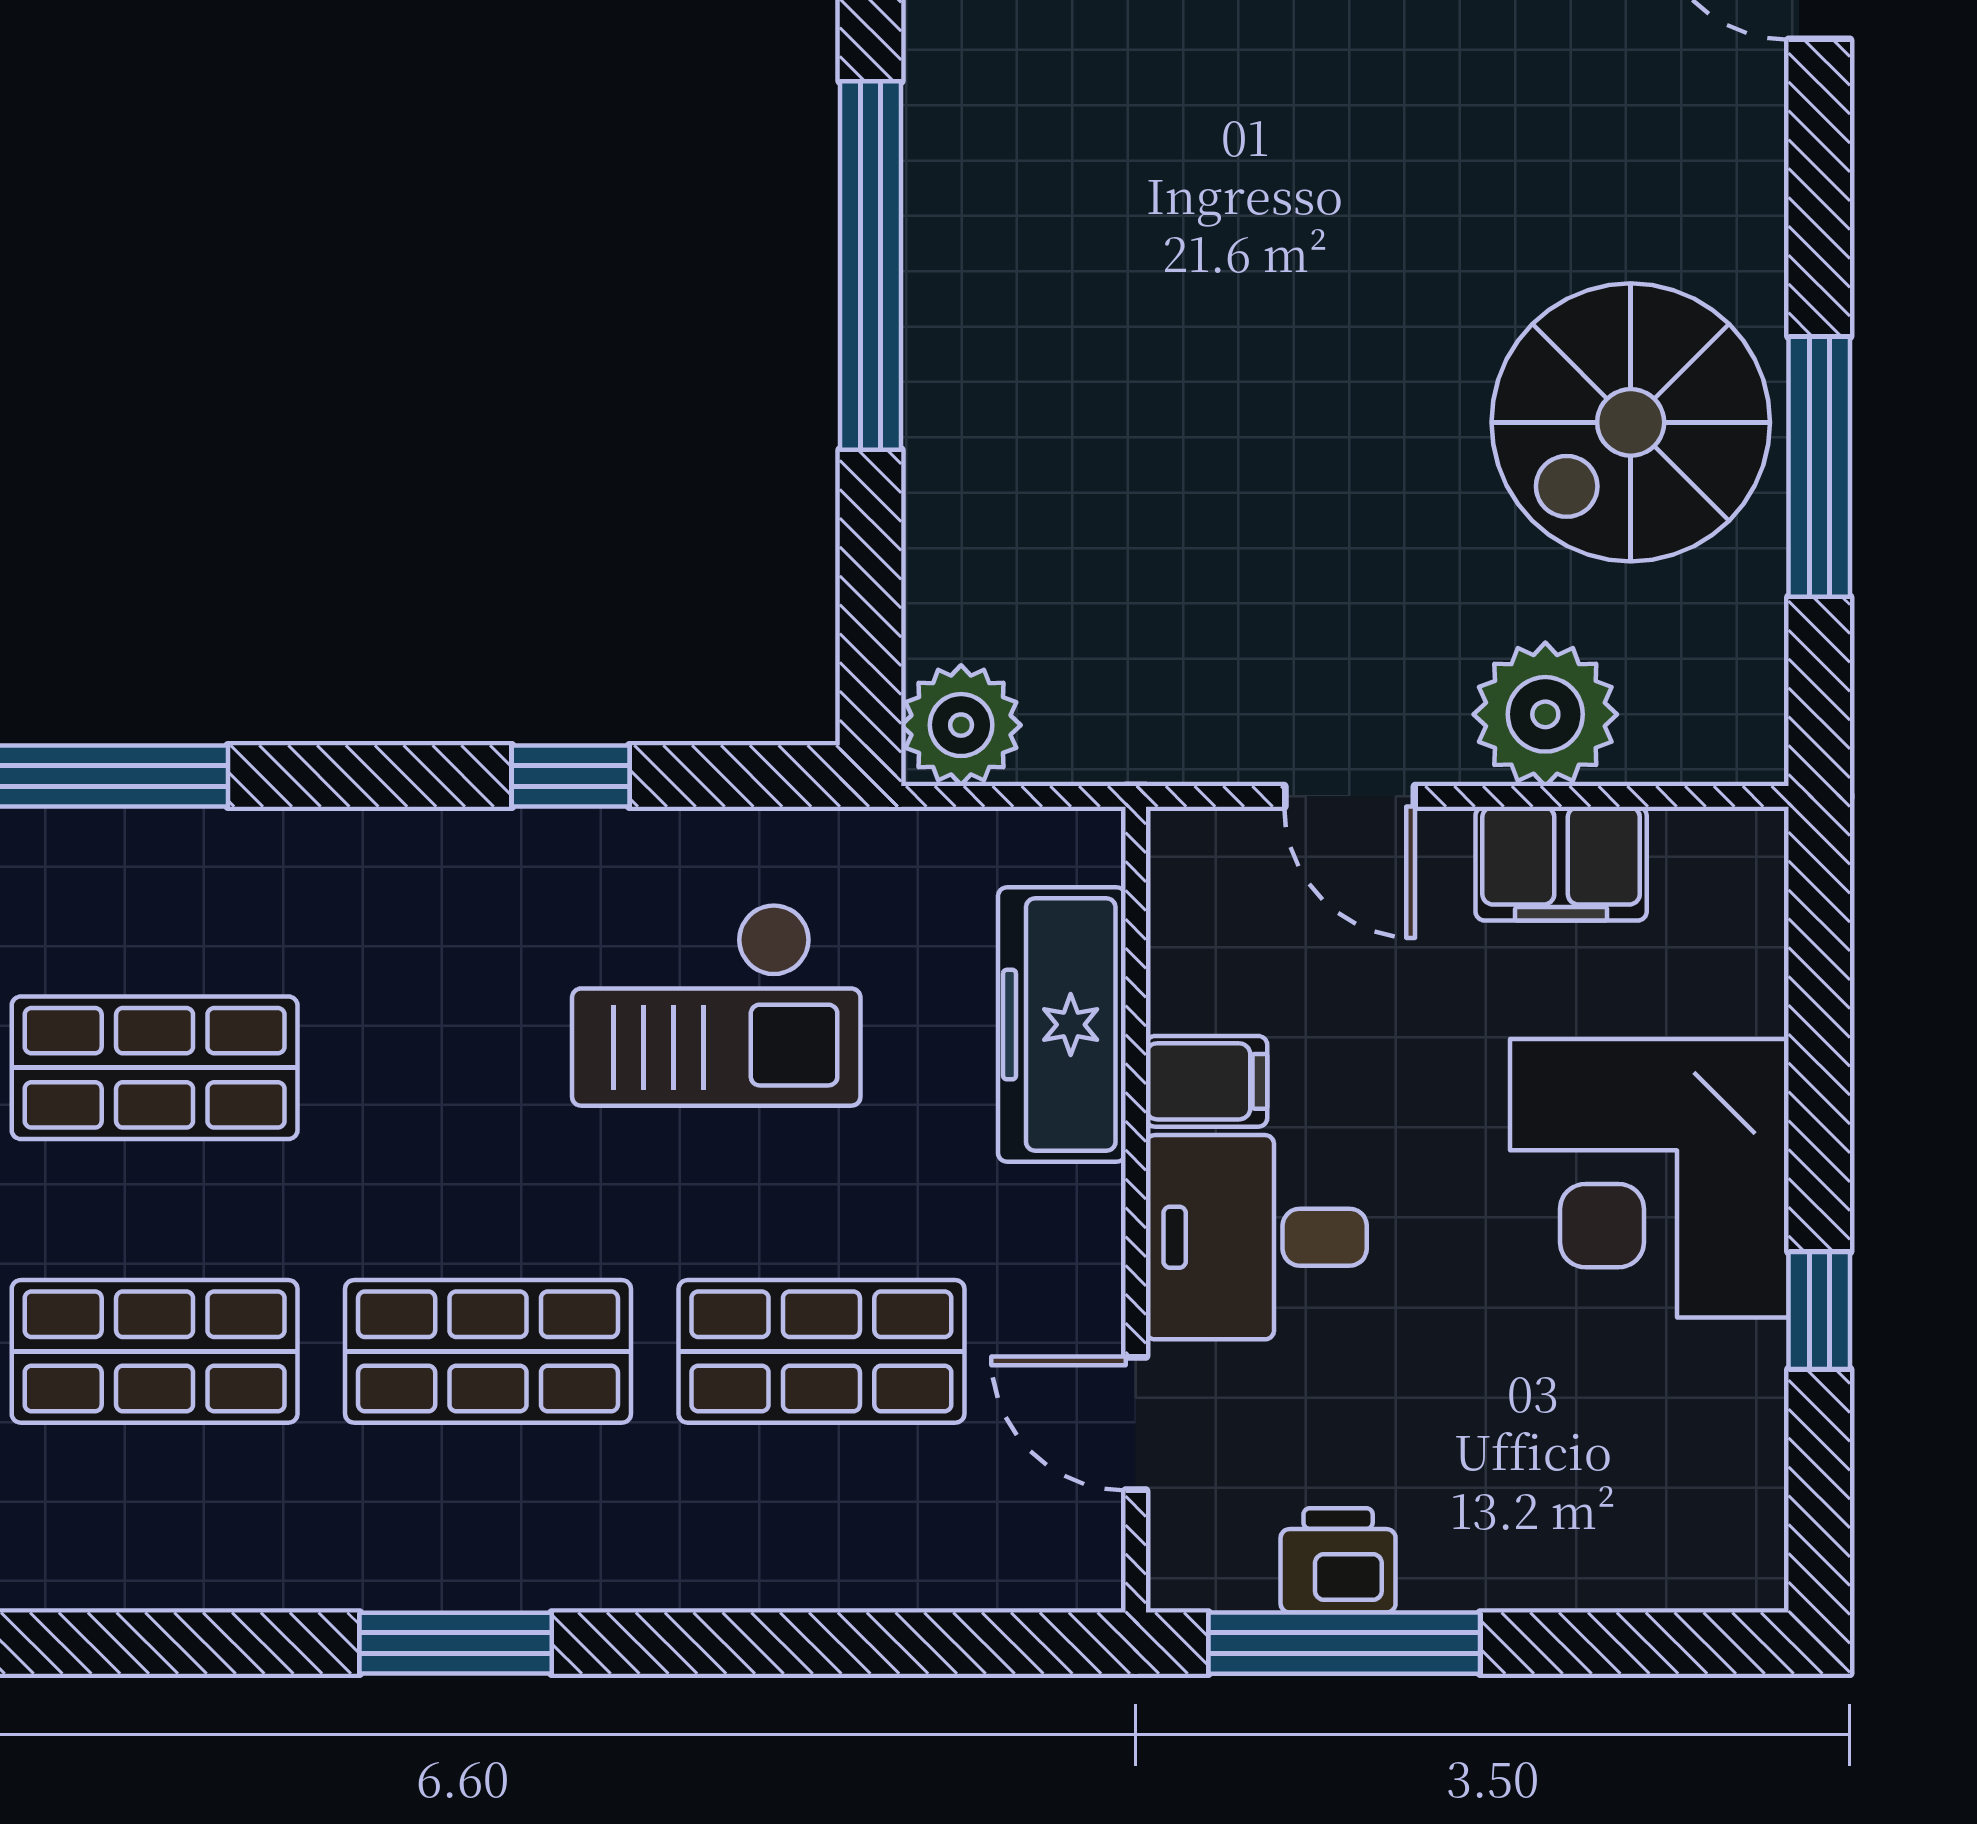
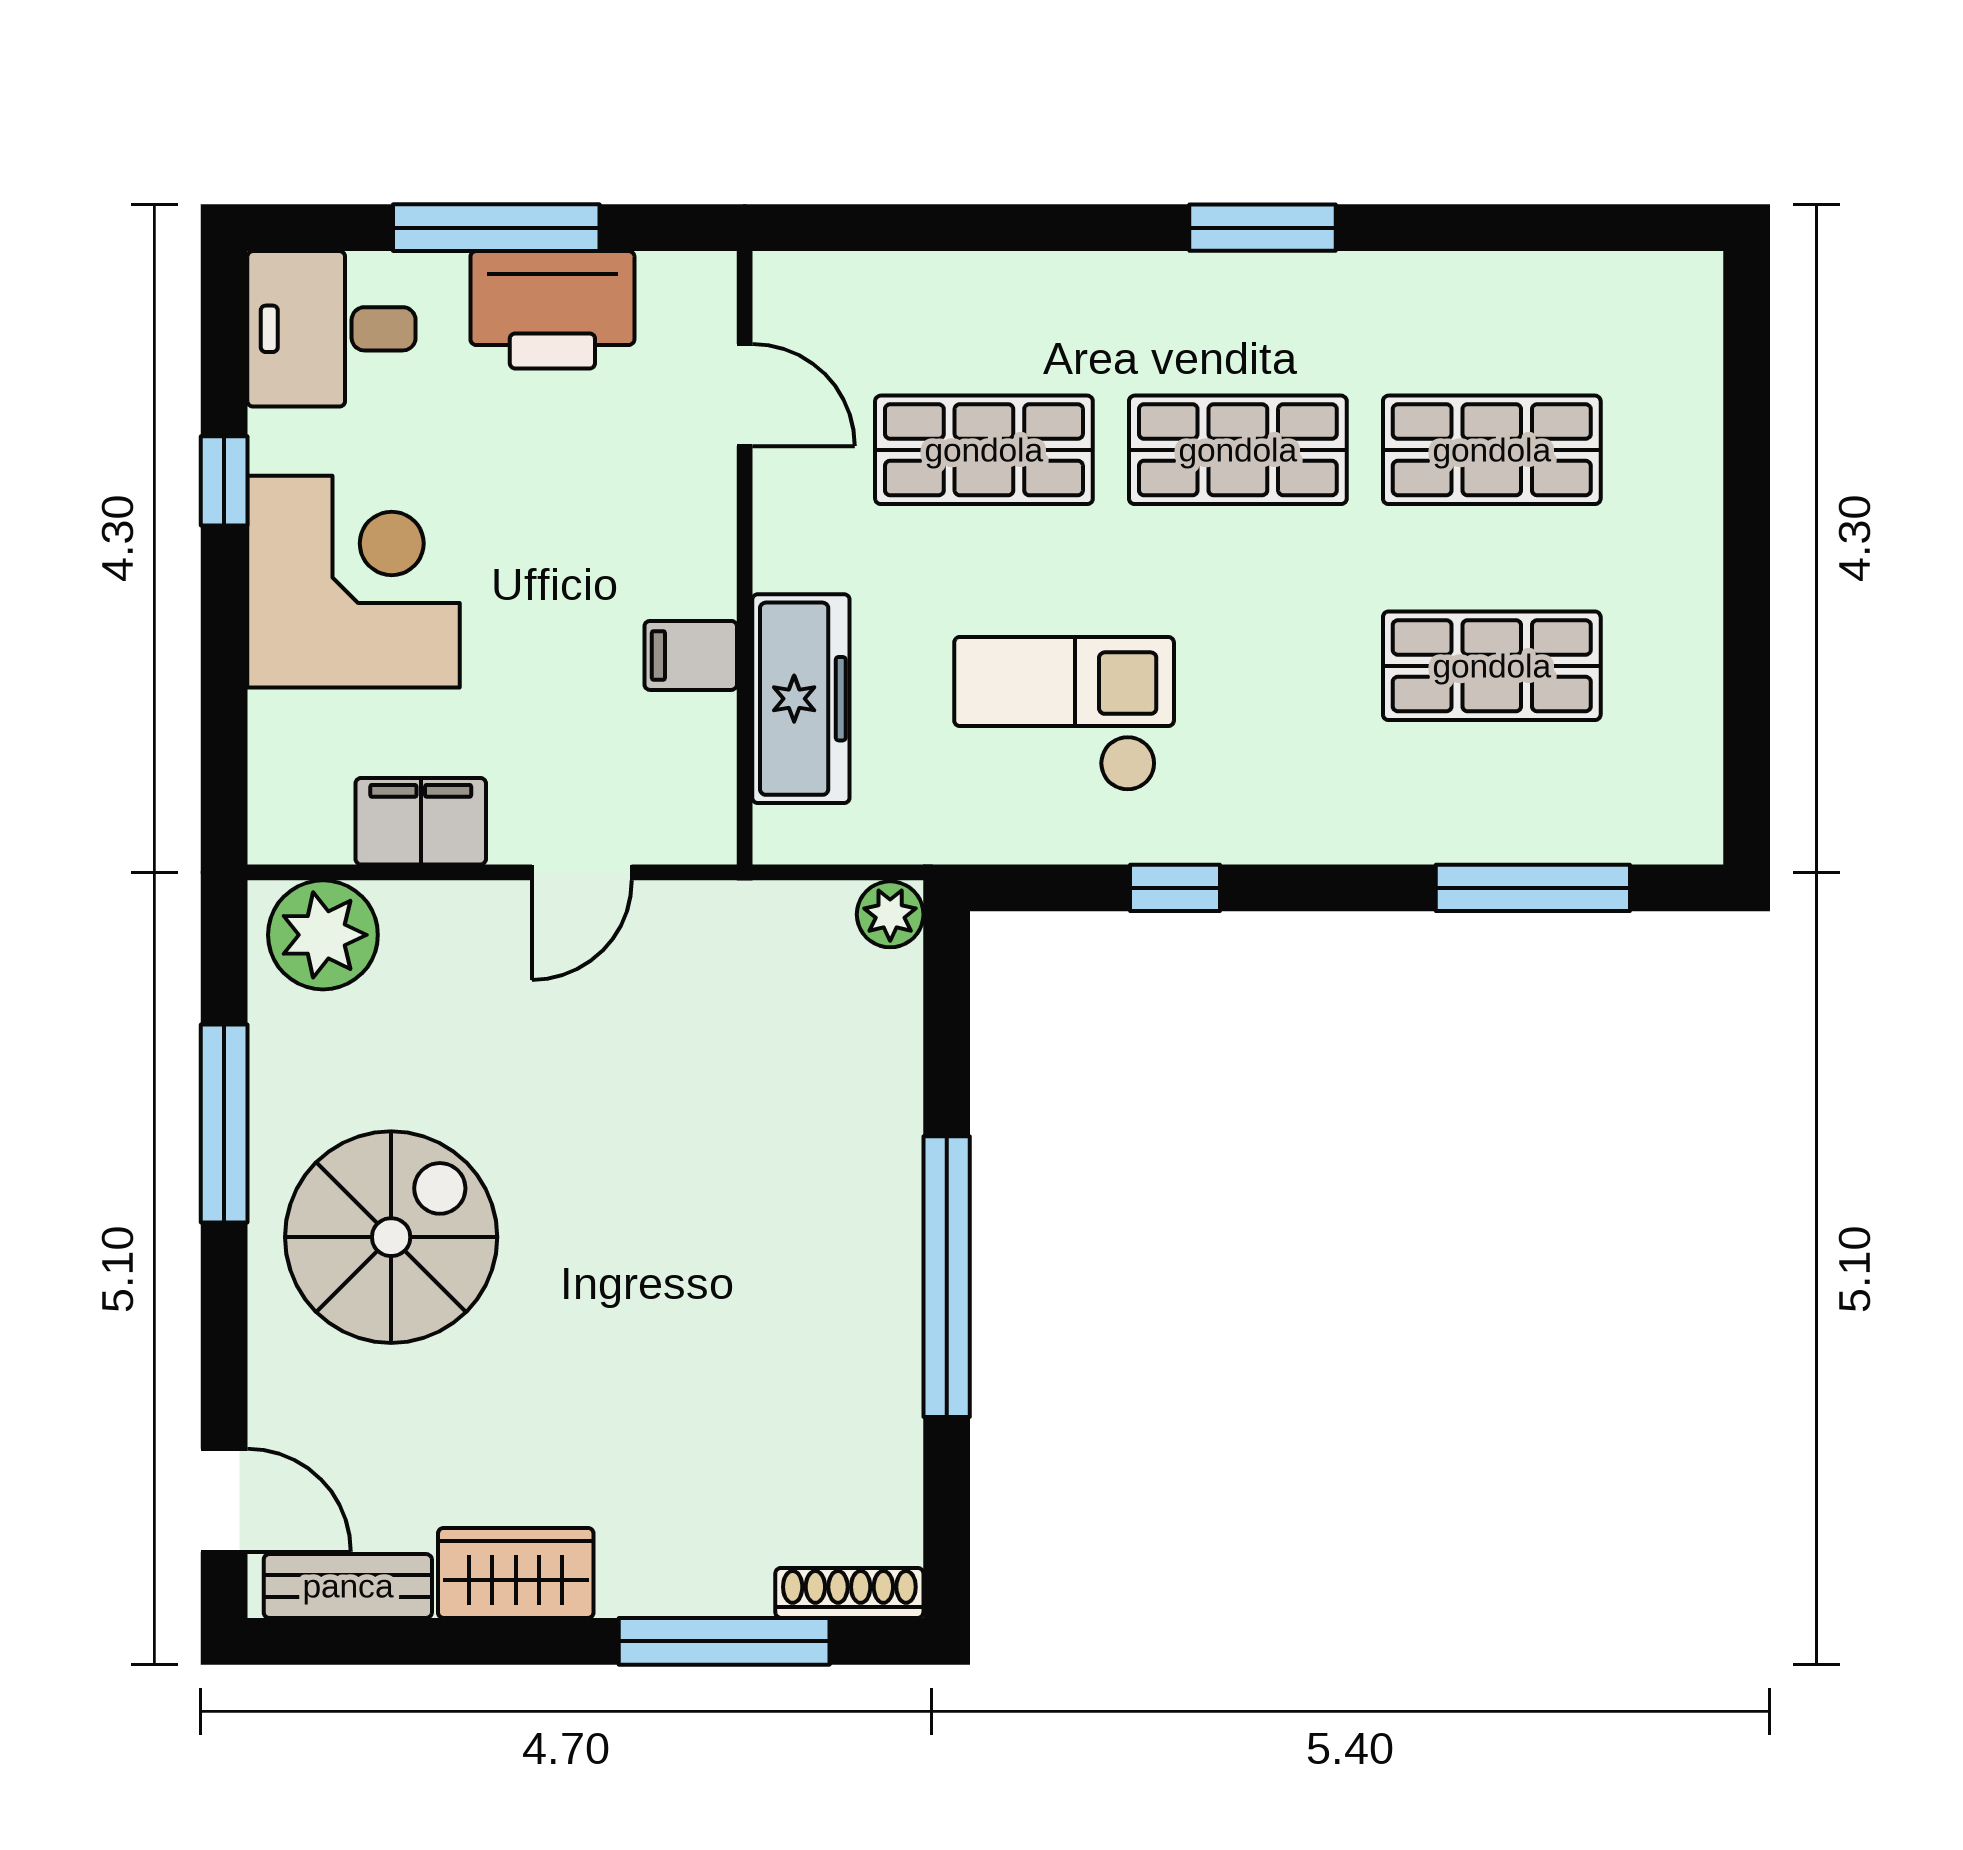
spiral stairs: (1631, 422) -> (391, 1237), moved
plant: (1545, 714) -> (323, 935), moved
plant: (961, 725) -> (890, 914), width x0.73, depth x0.73
door: (1350, 796) -> (582, 872), swing flipped
desk: (1256, 1237) -> (331, 329), moved, turned 180
printer: (1338, 1560) -> (552, 310), width x1.87, depth x1.48
window: (1344, 1643) -> (496, 228), moved

